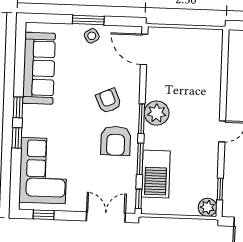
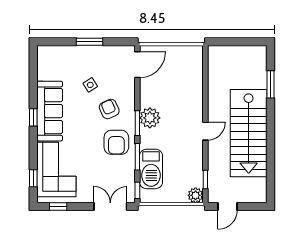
side table: (92, 36) -> (90, 85), moved
door: (144, 49) -> (137, 65), swing flipped
sofa: (39, 68) -> (50, 111), moved
window: (17, 138) -> (33, 178), moved

